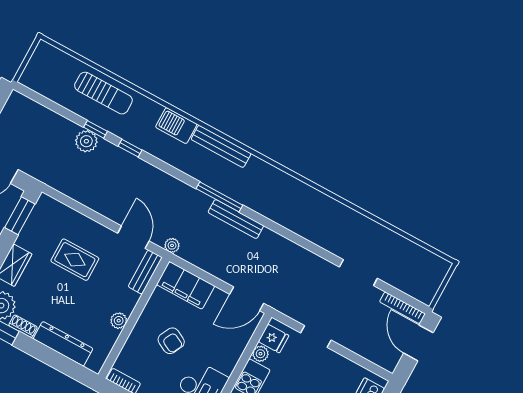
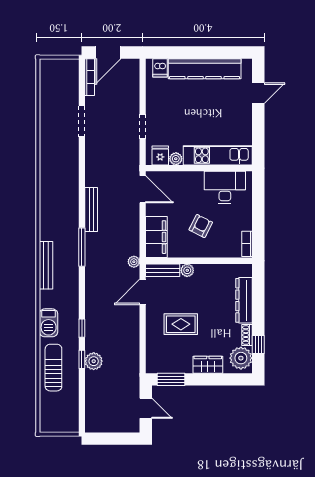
barbecue: (176, 126) -> (49, 323), moved
bench: (236, 219) -> (91, 210), moved
rug: (75, 260) -> (181, 324), turned 90
plant: (119, 321) -> (187, 270), moved

